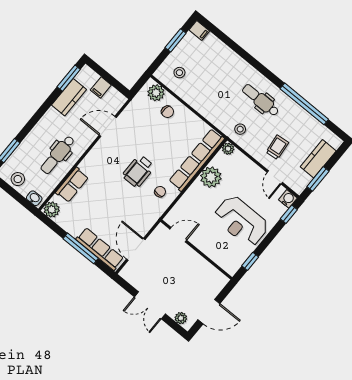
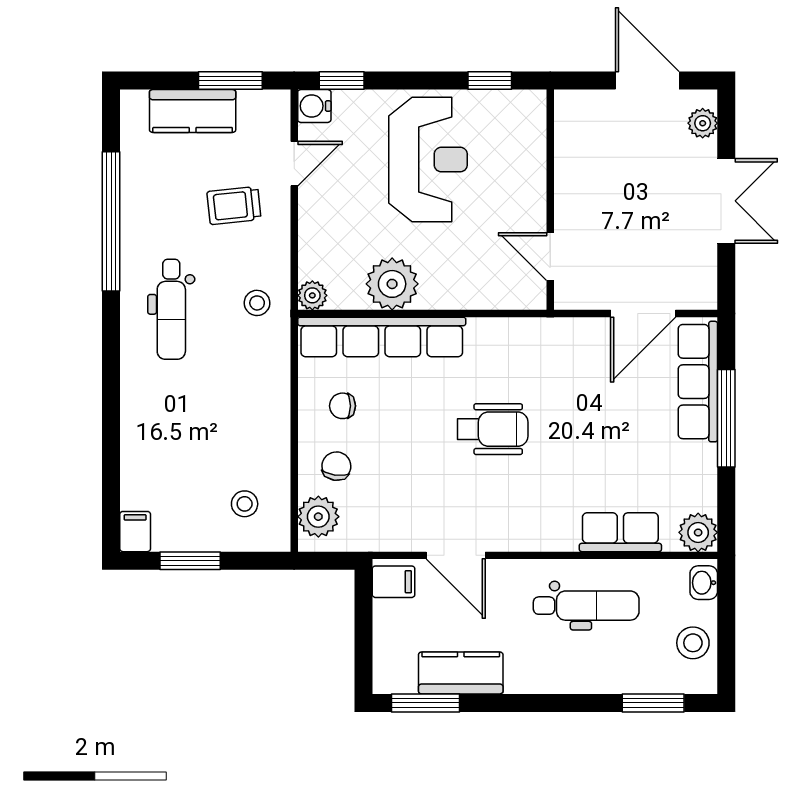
filing cabinet: (101, 87) -> (394, 582), moved
chair: (160, 192) -> (343, 406), moved

